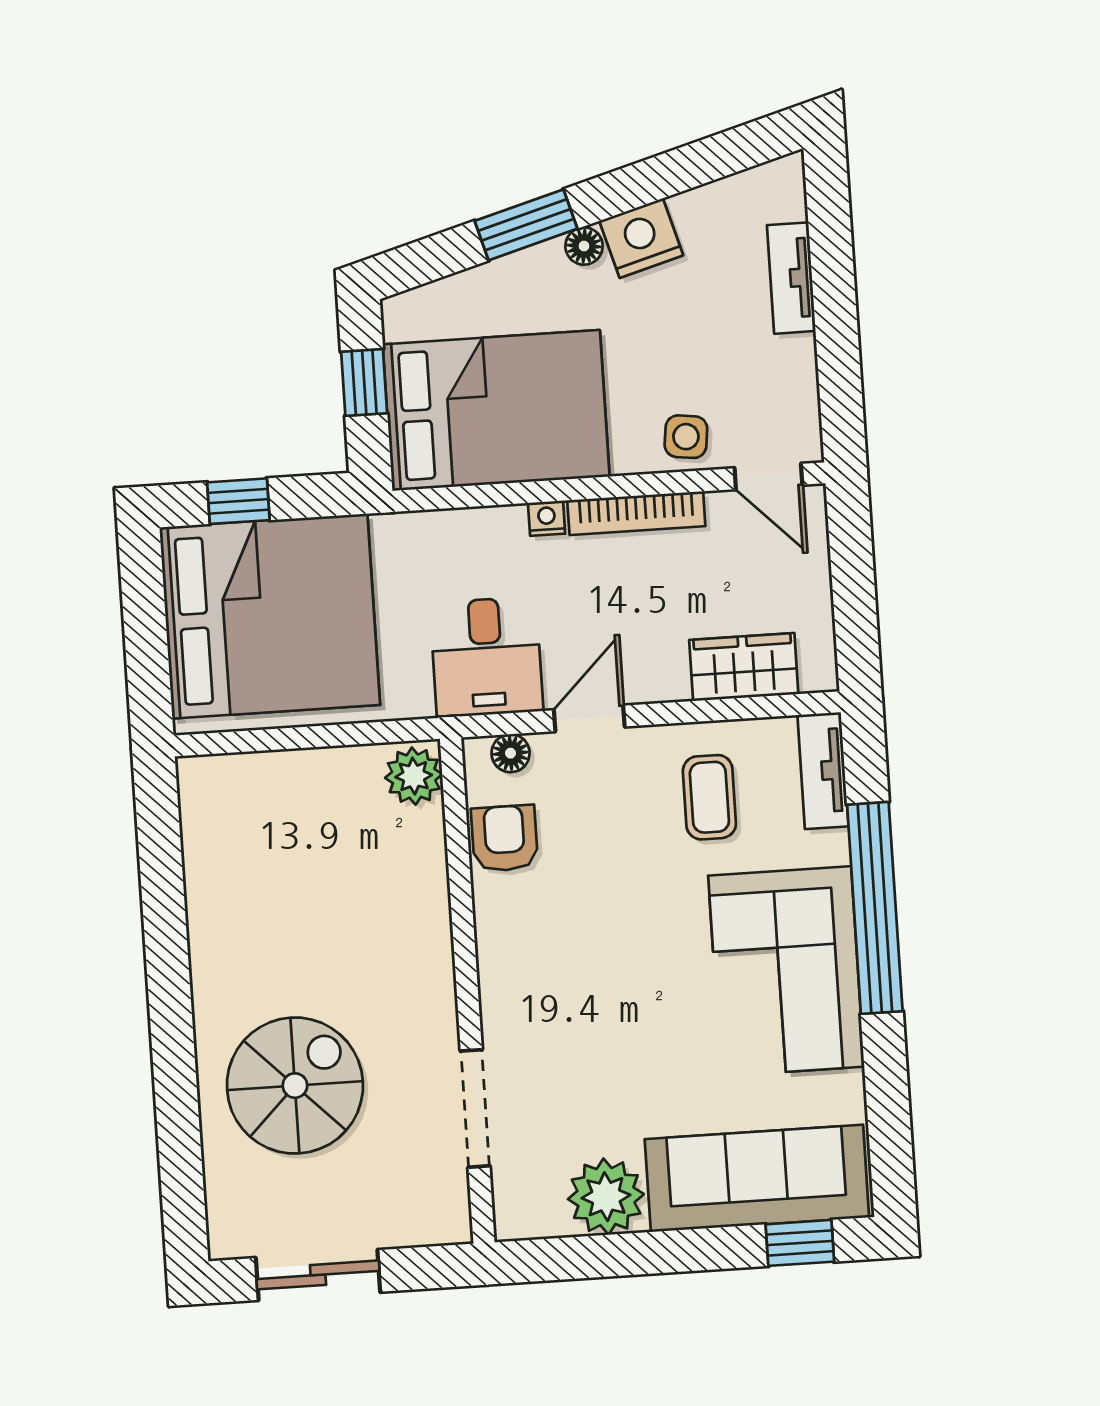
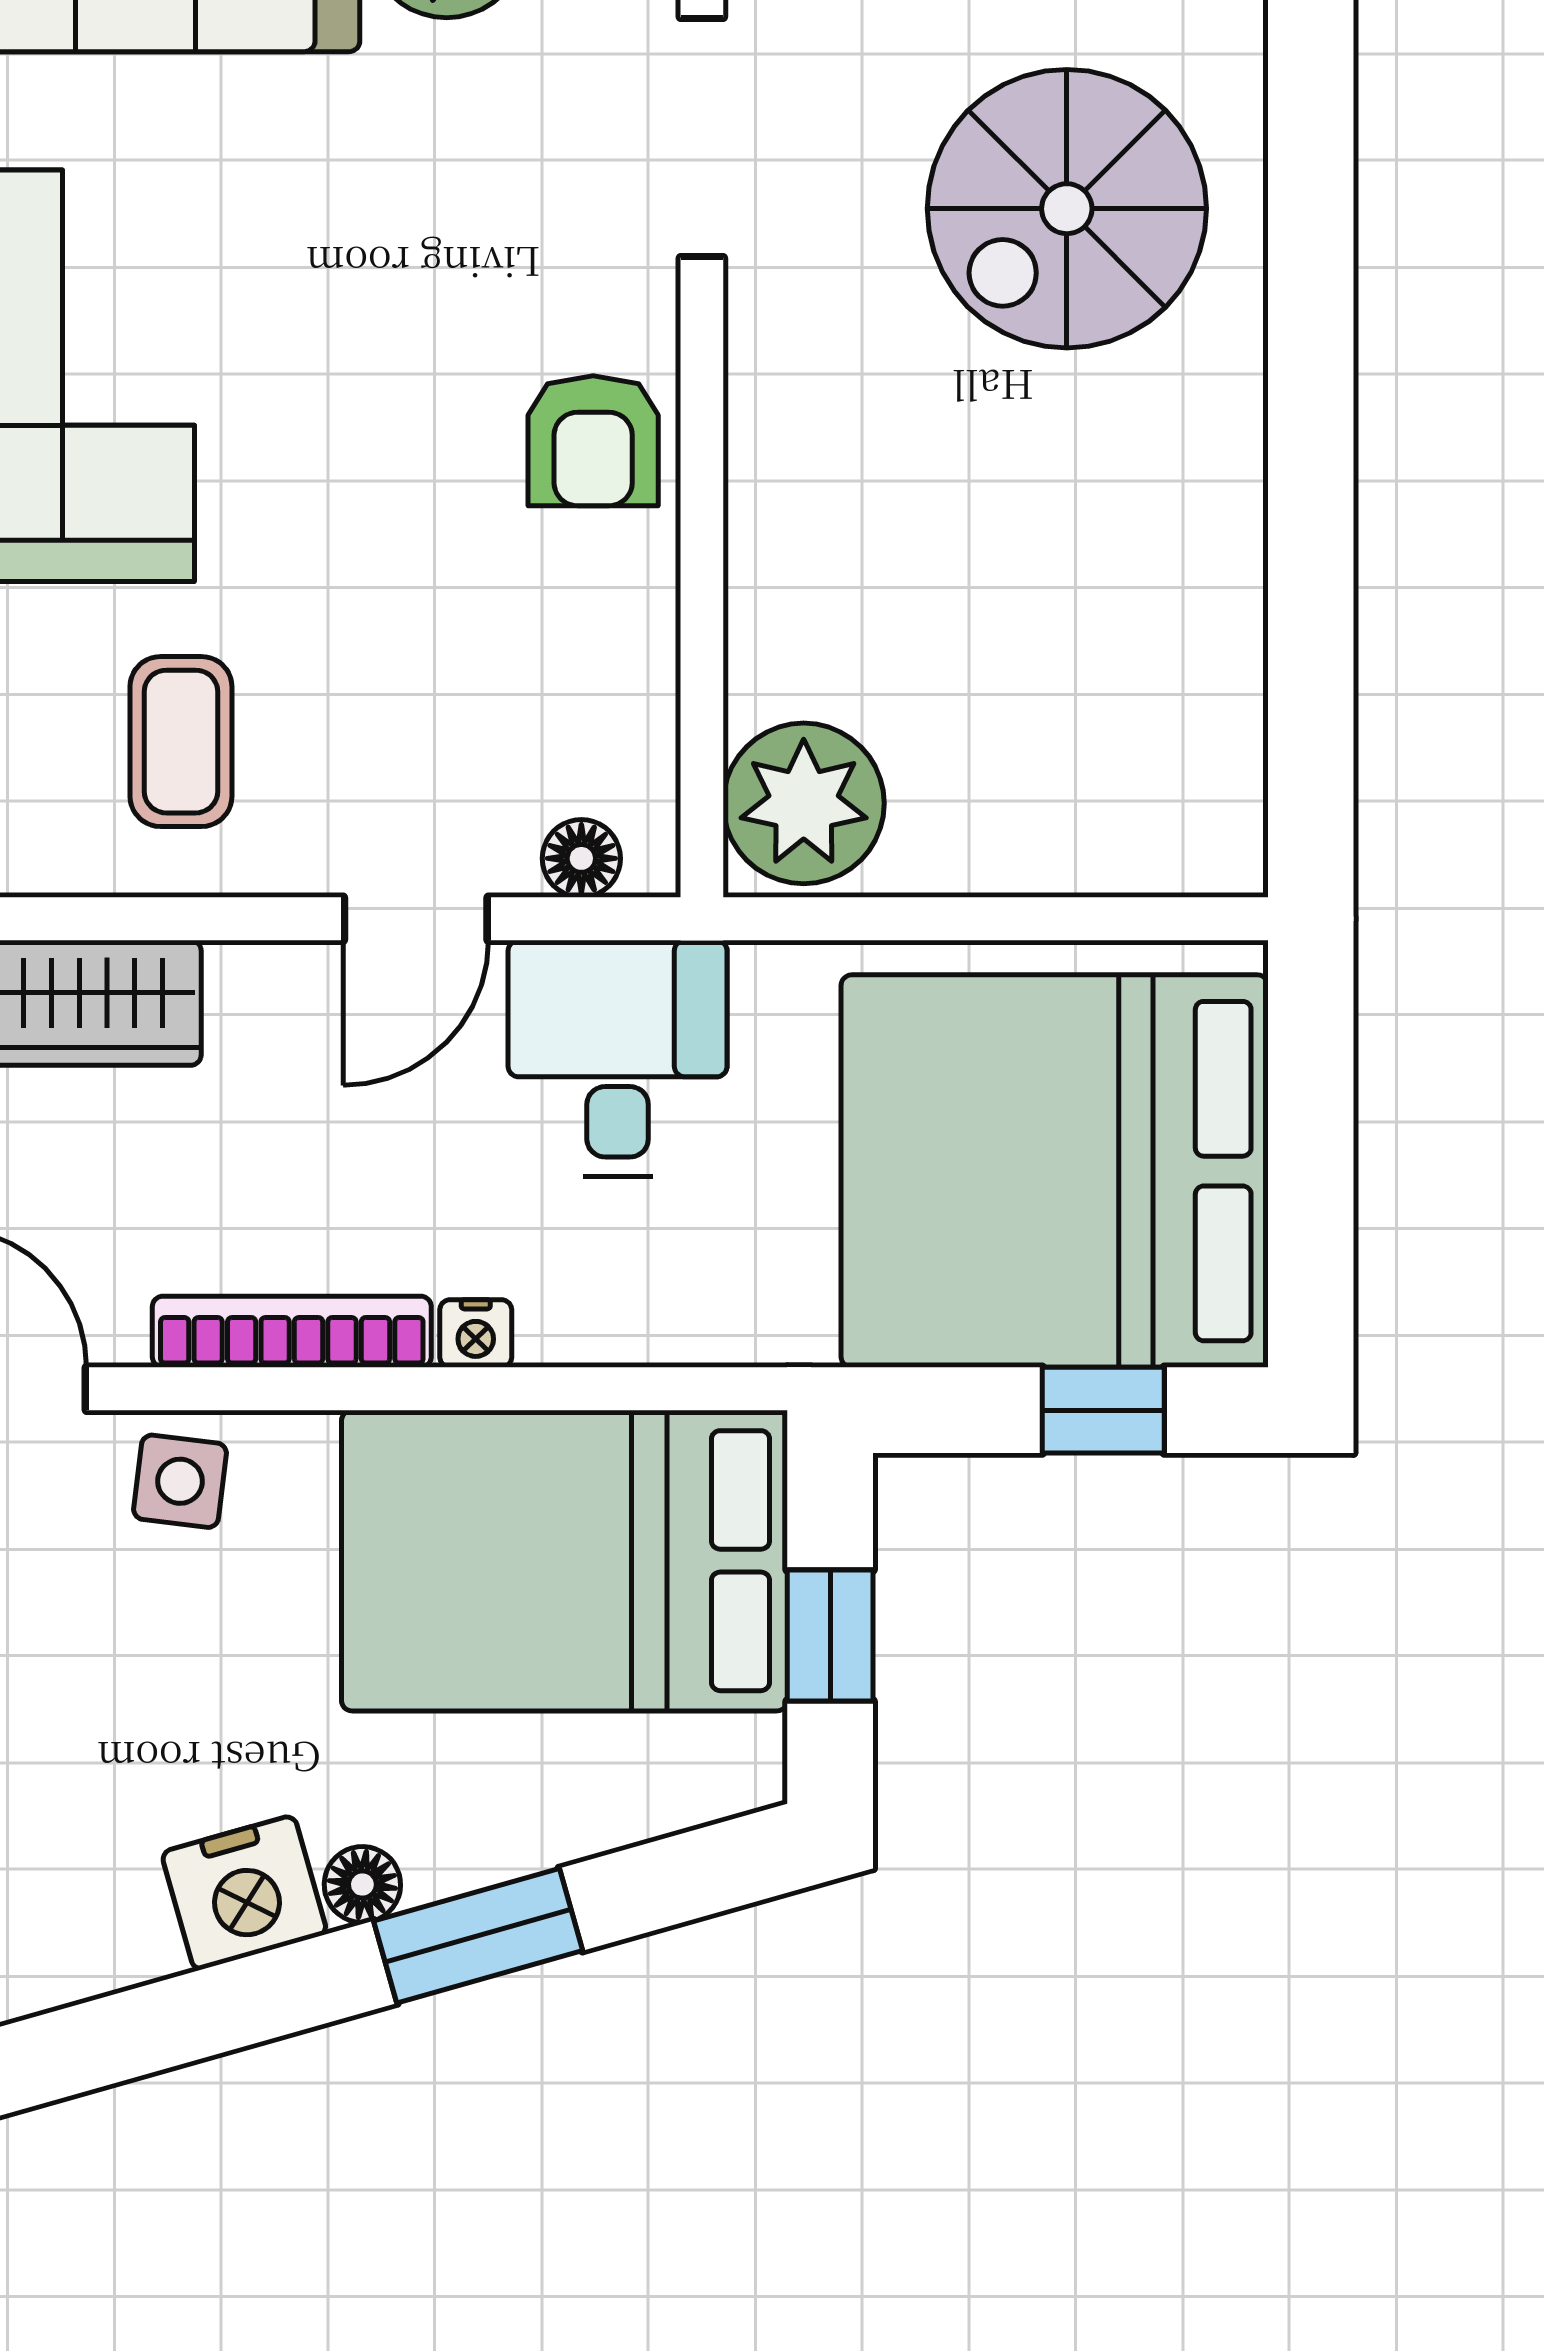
plant: (414, 776) -> (804, 803), width x1.36, depth x1.36
armchair: (505, 838) -> (593, 441), moved

